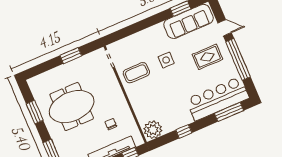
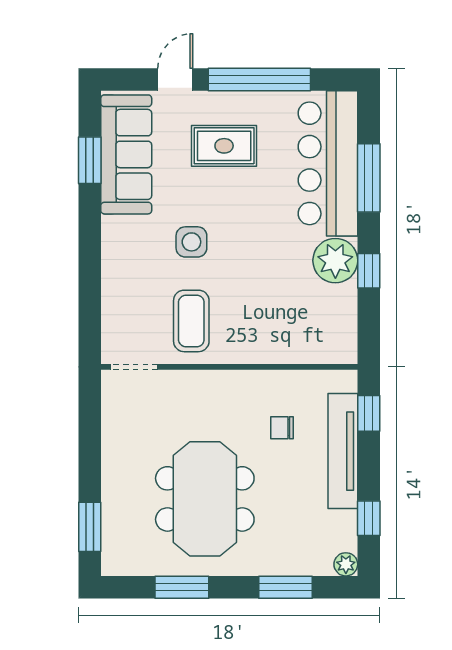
window: (71, 56) -> (90, 527), moved
rug: (207, 57) -> (224, 146), turned 90
window: (229, 112) -> (369, 178), moved
plant: (153, 130) -> (335, 261), moved

